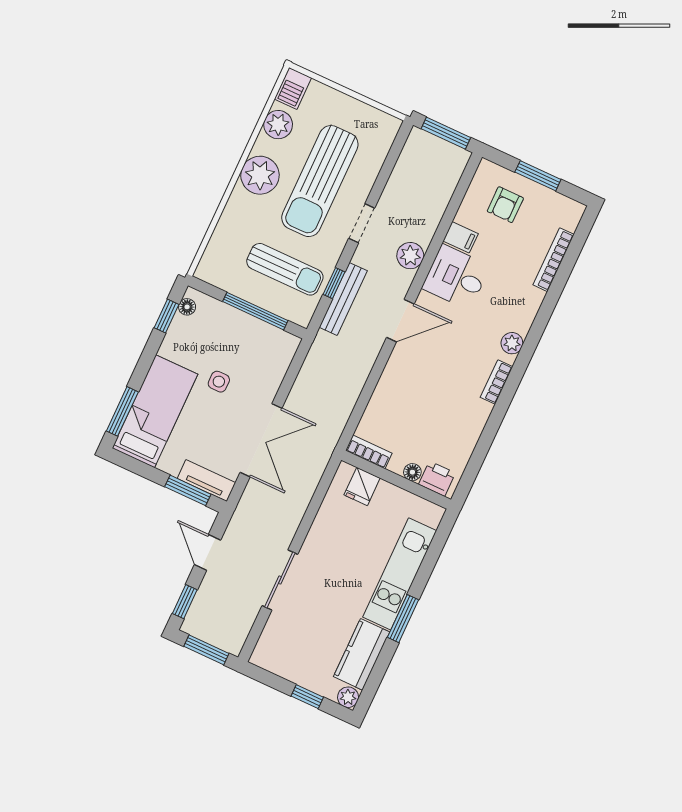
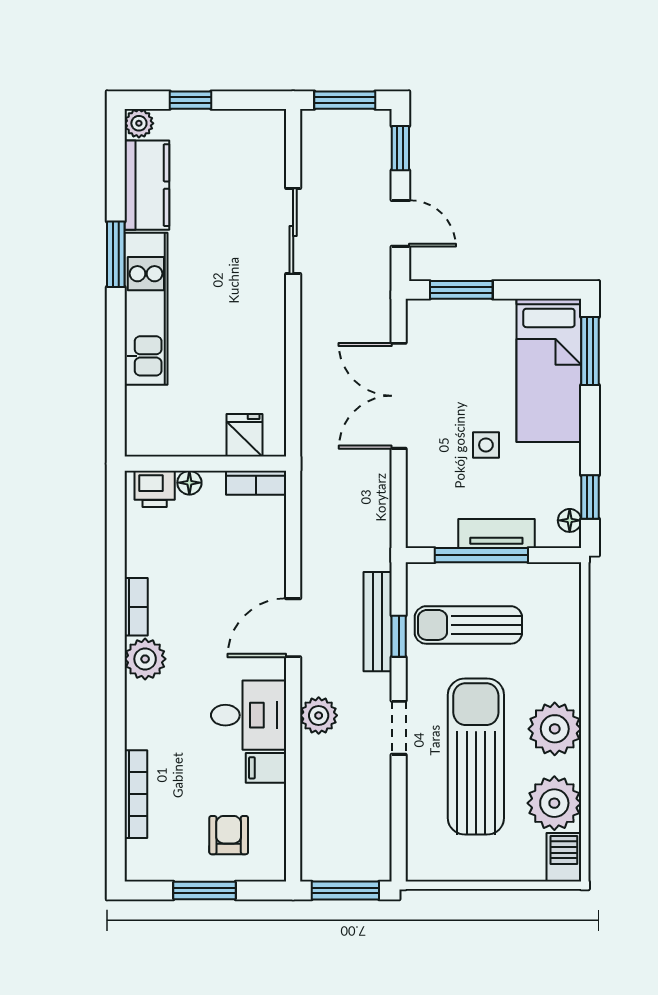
plant: (278, 125) -> (554, 803), width x1.36, depth x1.36
plant: (512, 343) -> (145, 659), width x1.38, depth x1.38
bookcase: (369, 452) -> (256, 483), moved
floor lamp: (412, 472) -> (189, 483), moved
printer: (437, 479) -> (155, 489), moved
wall: (396, 480) -> (205, 464), moved
tv unit: (206, 481) -> (496, 533), moved, turned 180
fridge: (362, 486) -> (244, 435), moved

